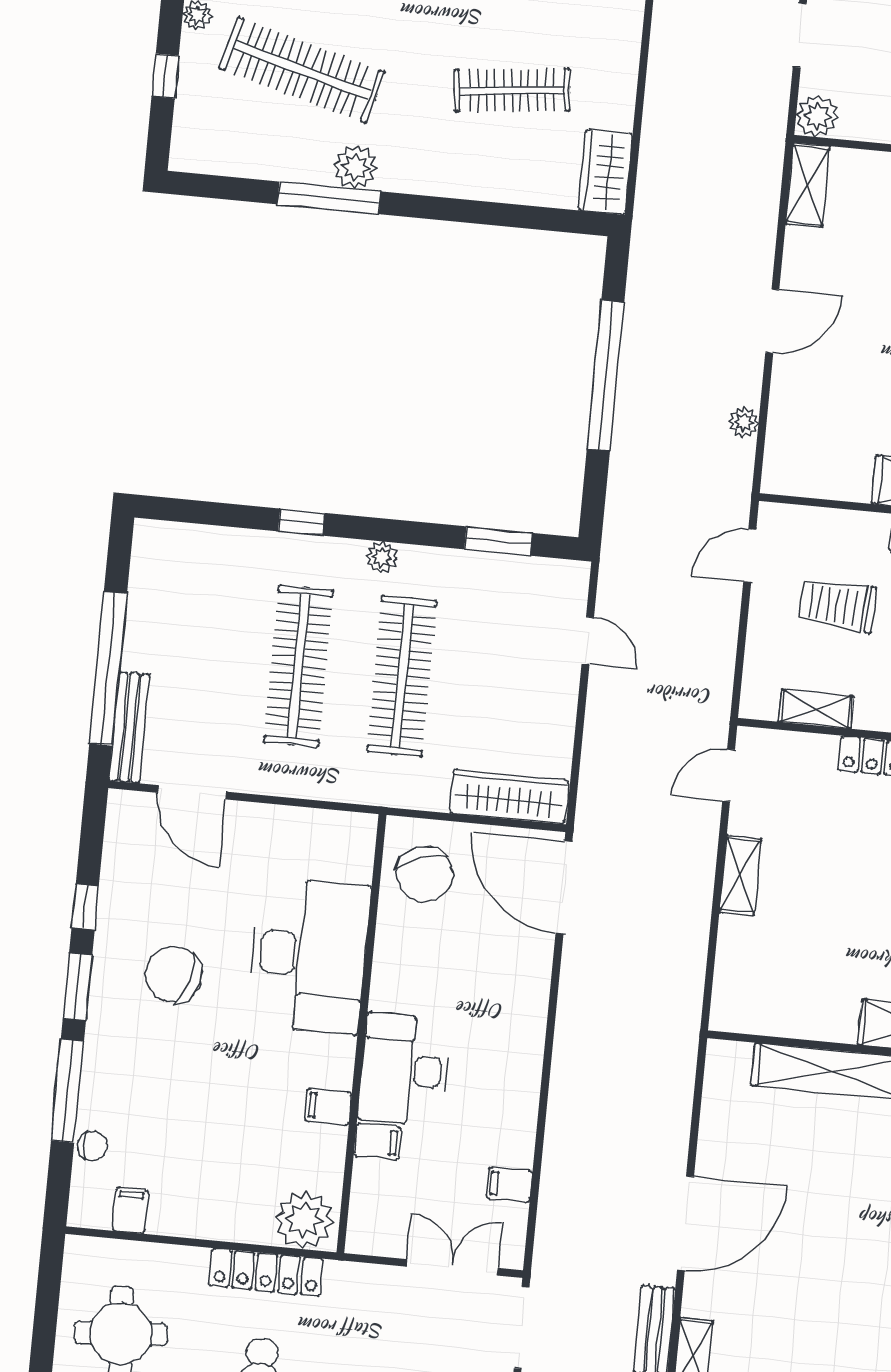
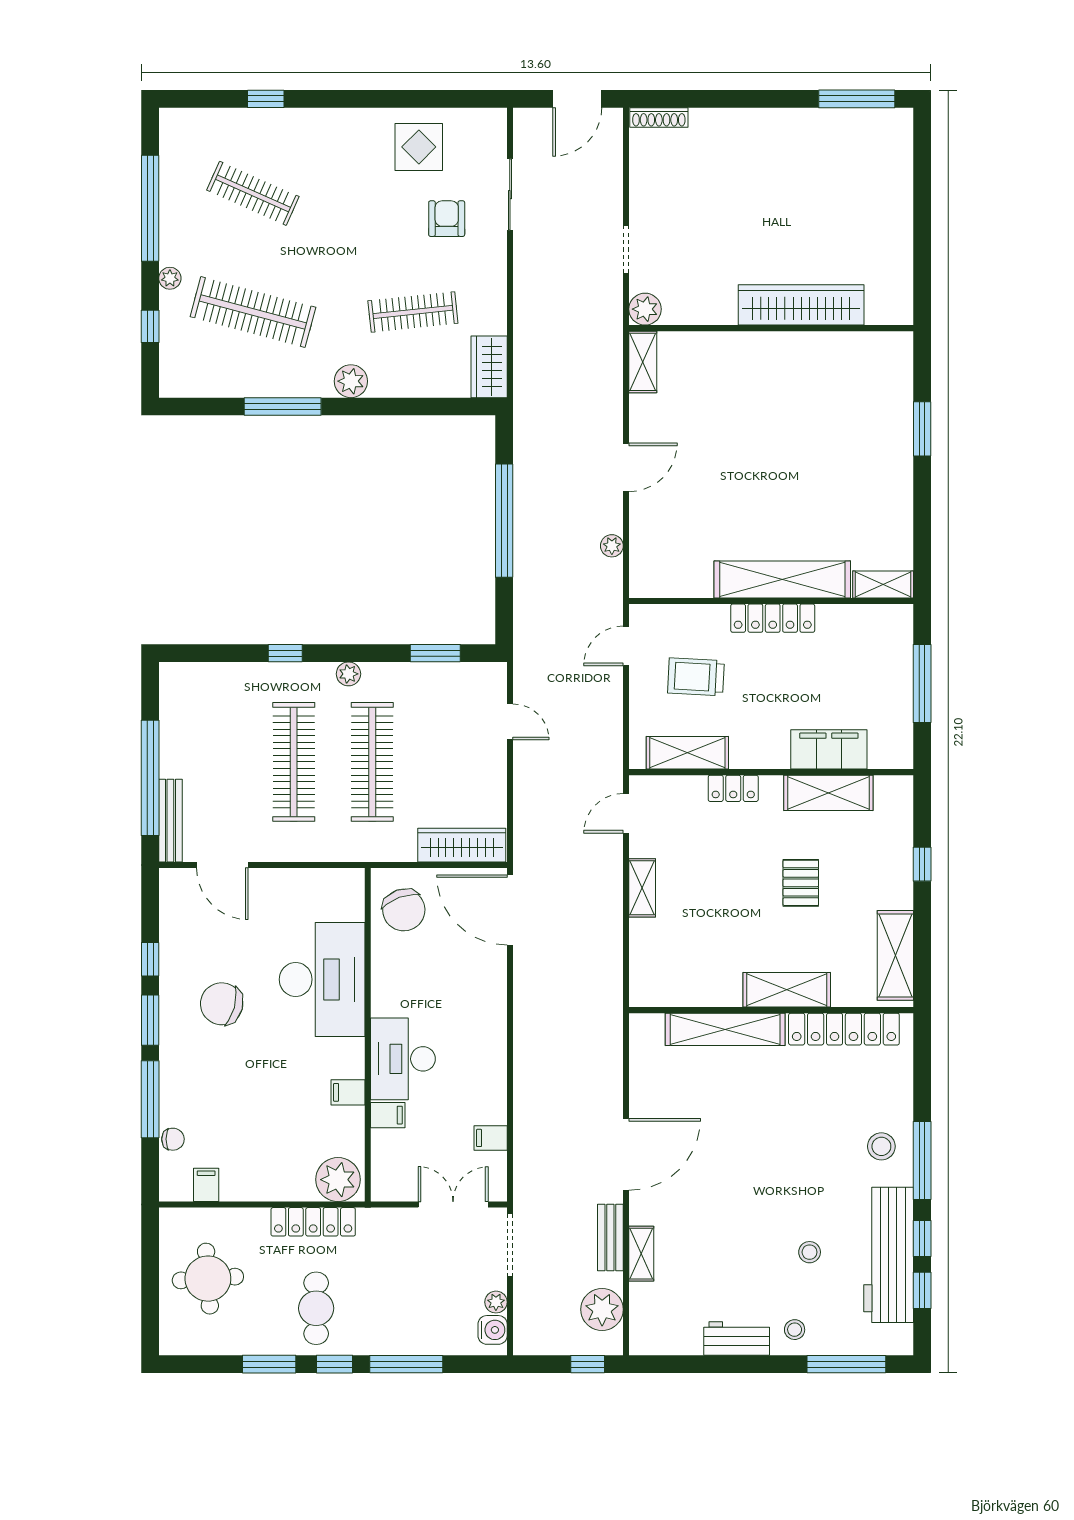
plant: (355, 167) -> (351, 381), moved
shelving: (816, 709) -> (687, 753), width x1.50, depth x1.33

